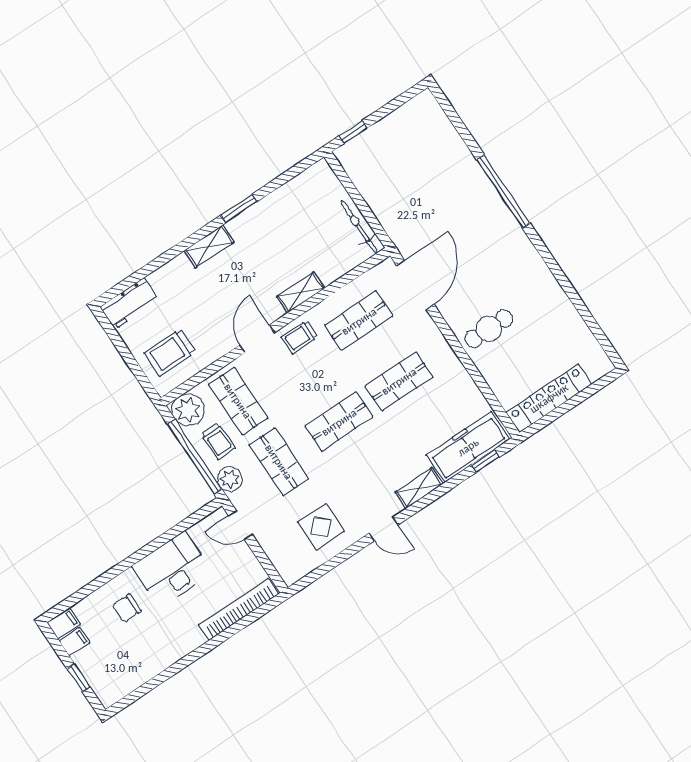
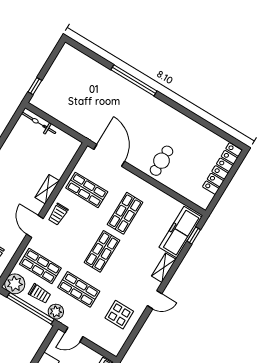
bicycle: (359, 227) -> (39, 123), moved
shop shelf: (359, 321) -> (87, 190), turned 90
locker: (549, 398) -> (222, 169), moved

